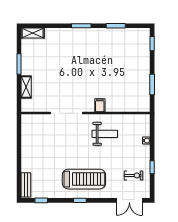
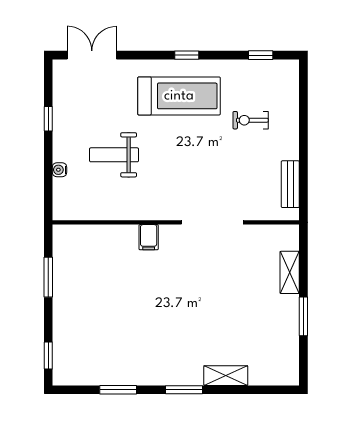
shelving: (33, 33) -> (226, 376), moved
weight bench: (105, 134) -> (114, 155), moved
exercise bike: (134, 175) -> (251, 120), moved
treadmill: (84, 179) -> (179, 96), turned 180
bench: (26, 185) -> (290, 184), moved

